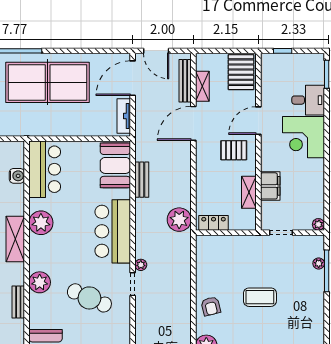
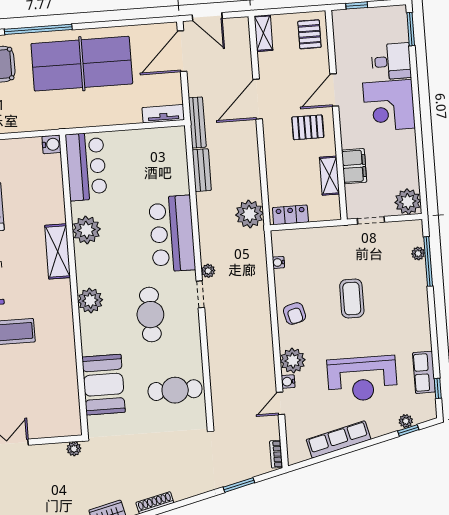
pallet: (241, 72) -> (309, 34), width x0.67, depth x0.71
bench: (185, 81) -> (197, 123), moved
shelving: (202, 86) -> (263, 33), moved
tv unit: (124, 116) -> (163, 114), moved, turned 90
booth: (115, 165) -> (169, 156), removed
water cooler: (17, 176) -> (51, 144), moved
plant: (318, 224) -> (408, 202), width x1.88, depth x1.88
water cooler: (200, 262) -> (278, 262), added
coffee table: (260, 297) -> (352, 298), turned 90
cafe table: (89, 298) -> (150, 315), turned 66
bench: (18, 302) -> (67, 326), removed

